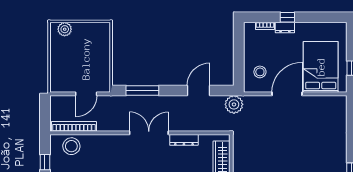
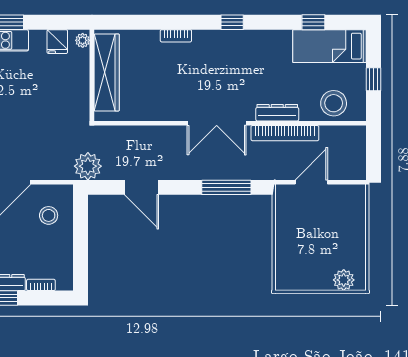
door: (198, 90) -> (142, 187), hinge flipped
bookcase: (74, 126) -> (285, 133), moved
dresser: (184, 140) -> (277, 113), moved

